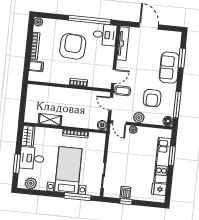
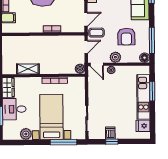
door: (111, 104) -> (86, 47), swing flipped
plant: (31, 183) -> (26, 134), moved

